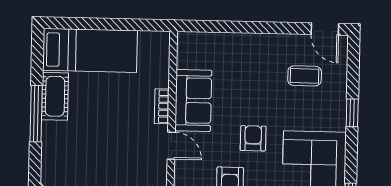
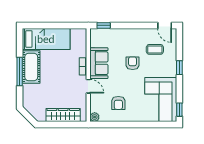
window: (204, 26) -> (104, 25), added
cot: (55, 96) -> (31, 67), width x1.37, depth x1.34
armchair: (253, 138) -> (133, 63), moved

